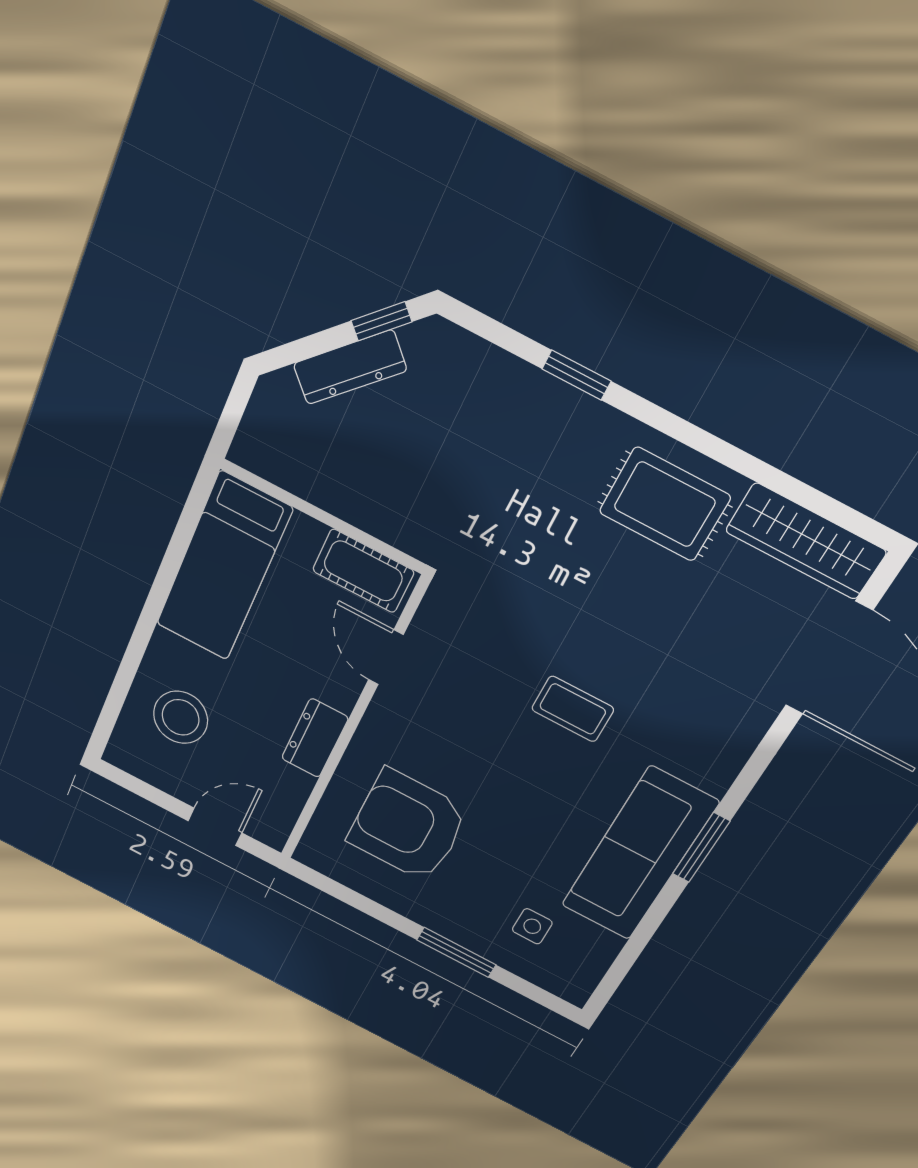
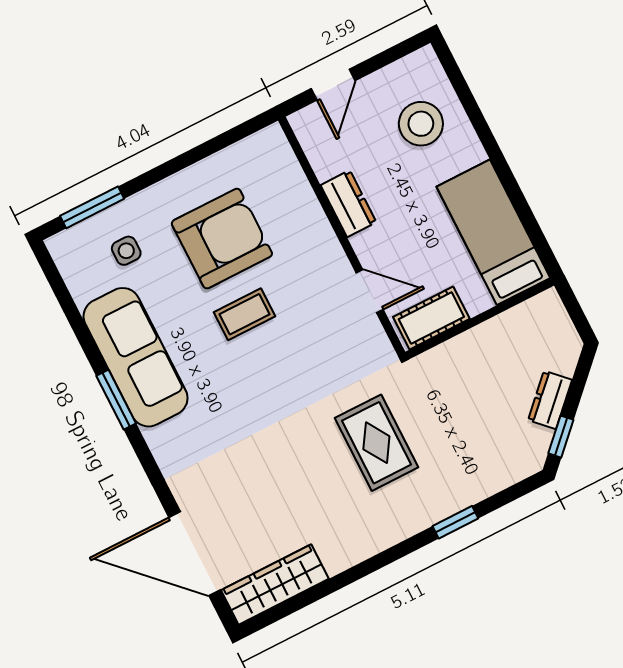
dresser: (350, 367) -> (550, 400), width x0.70
rug: (665, 504) -> (376, 443), moved, turned 90
coffee table: (573, 709) -> (245, 314), moved
armchair: (408, 826) -> (222, 239), moved
window: (456, 952) -> (92, 207), moved

